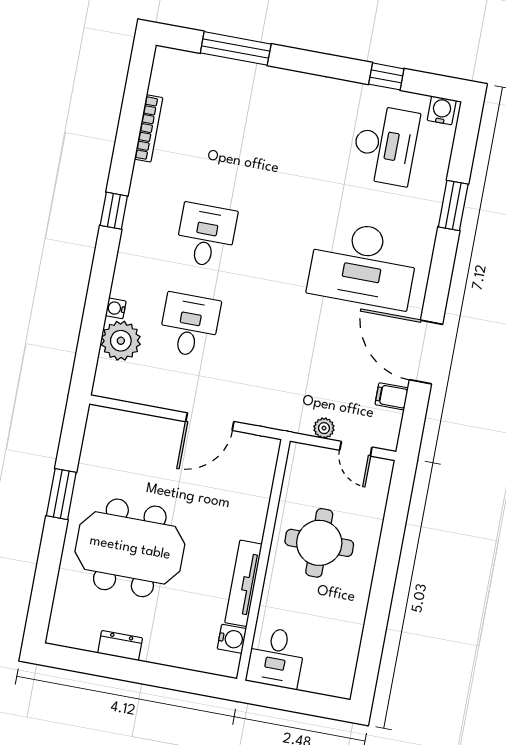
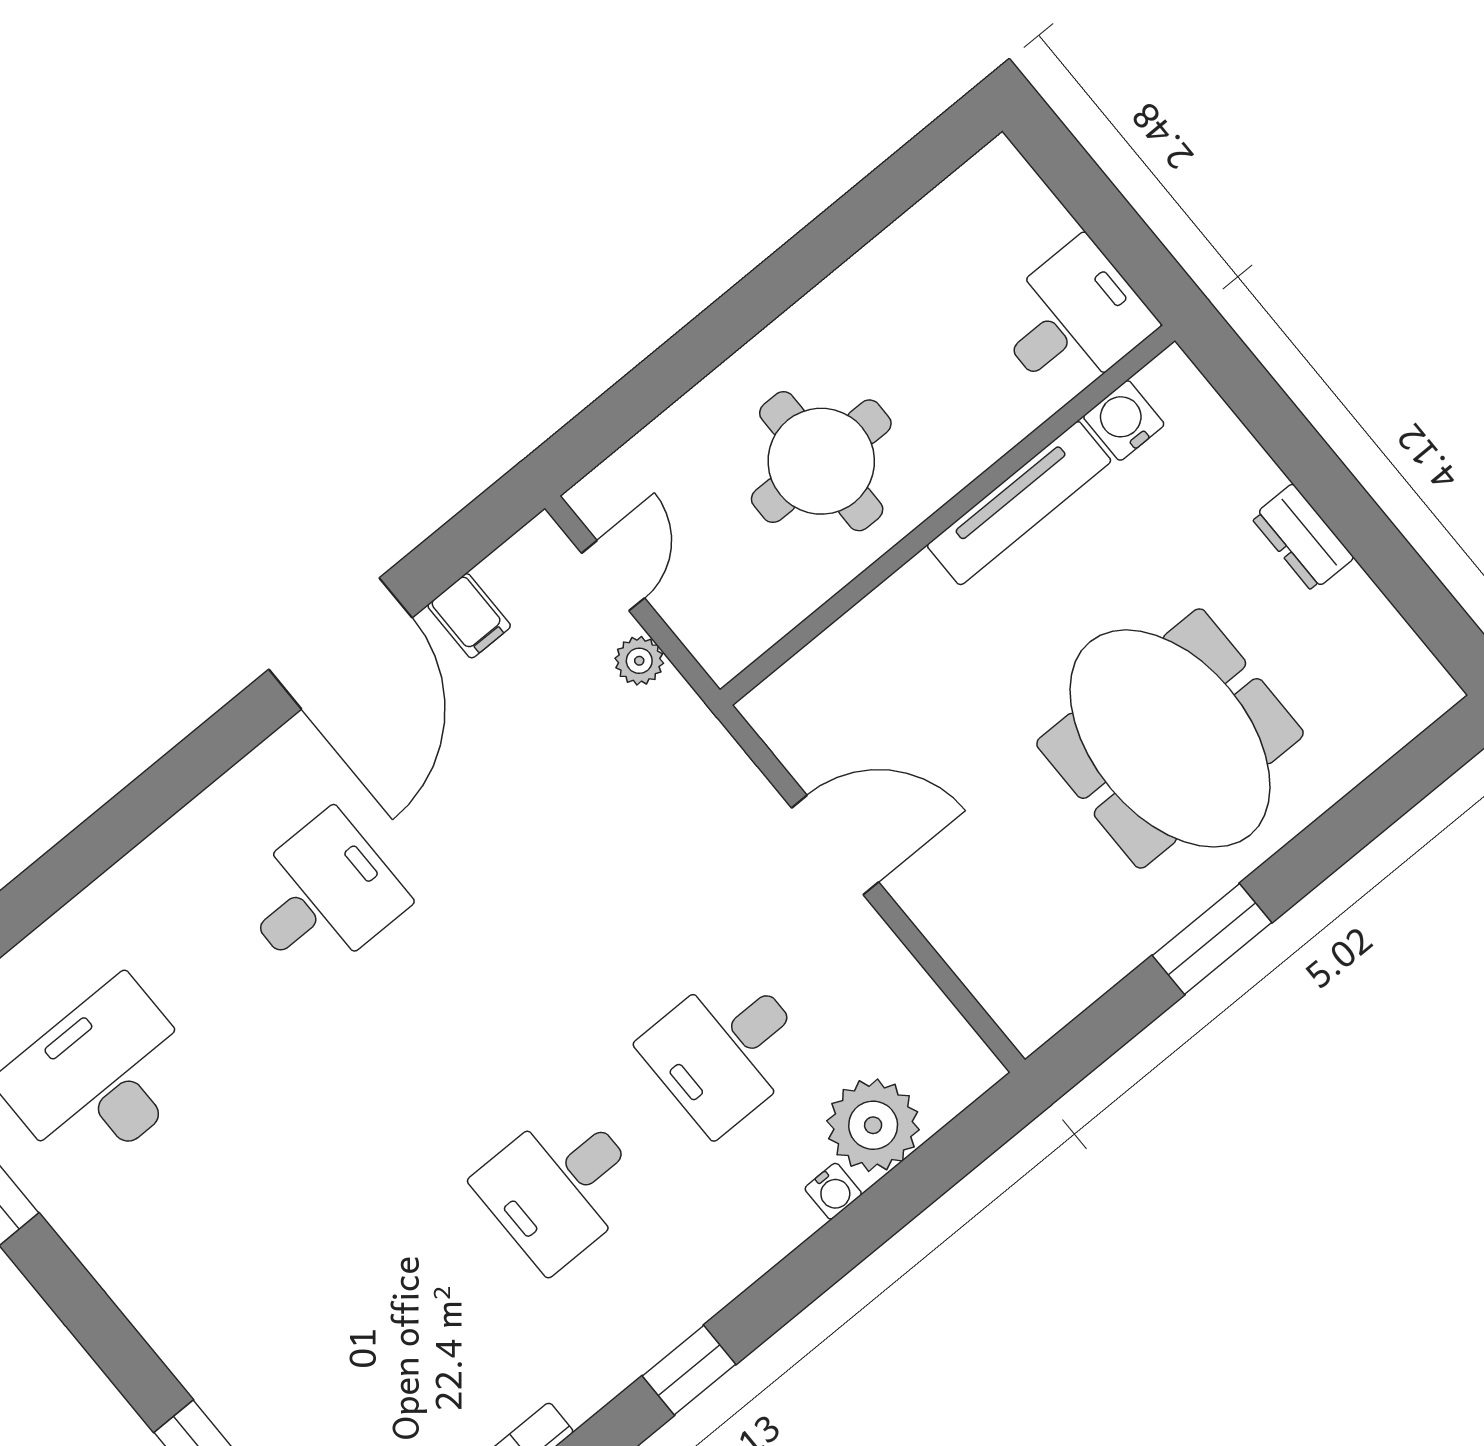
window: (453, 206) -> (70, 866), removed
desk: (363, 264) -> (321, 896), width x0.53, depth x0.77
dresser: (120, 646) -> (1303, 538), moved

